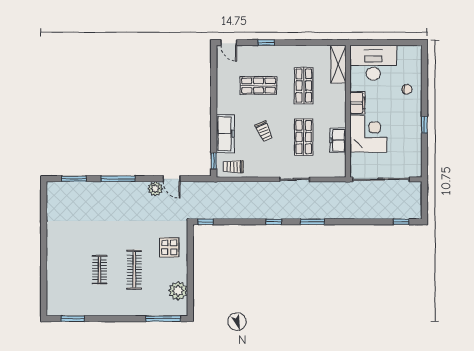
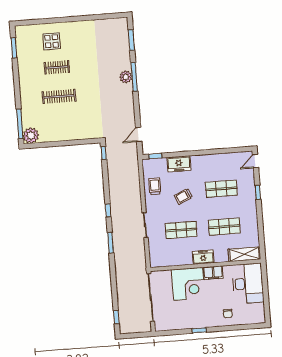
shop shelf: (259, 86) -> (221, 189), turned 90
freezer: (225, 134) -> (179, 164), width x0.71
freezer: (338, 140) -> (203, 257), moved
trolley: (233, 167) -> (155, 186), moved
door: (171, 179) -> (139, 134), moved
plant: (155, 189) -> (126, 77), moved
display table: (169, 247) -> (52, 41), moved
plant: (178, 291) -> (31, 136), moved

